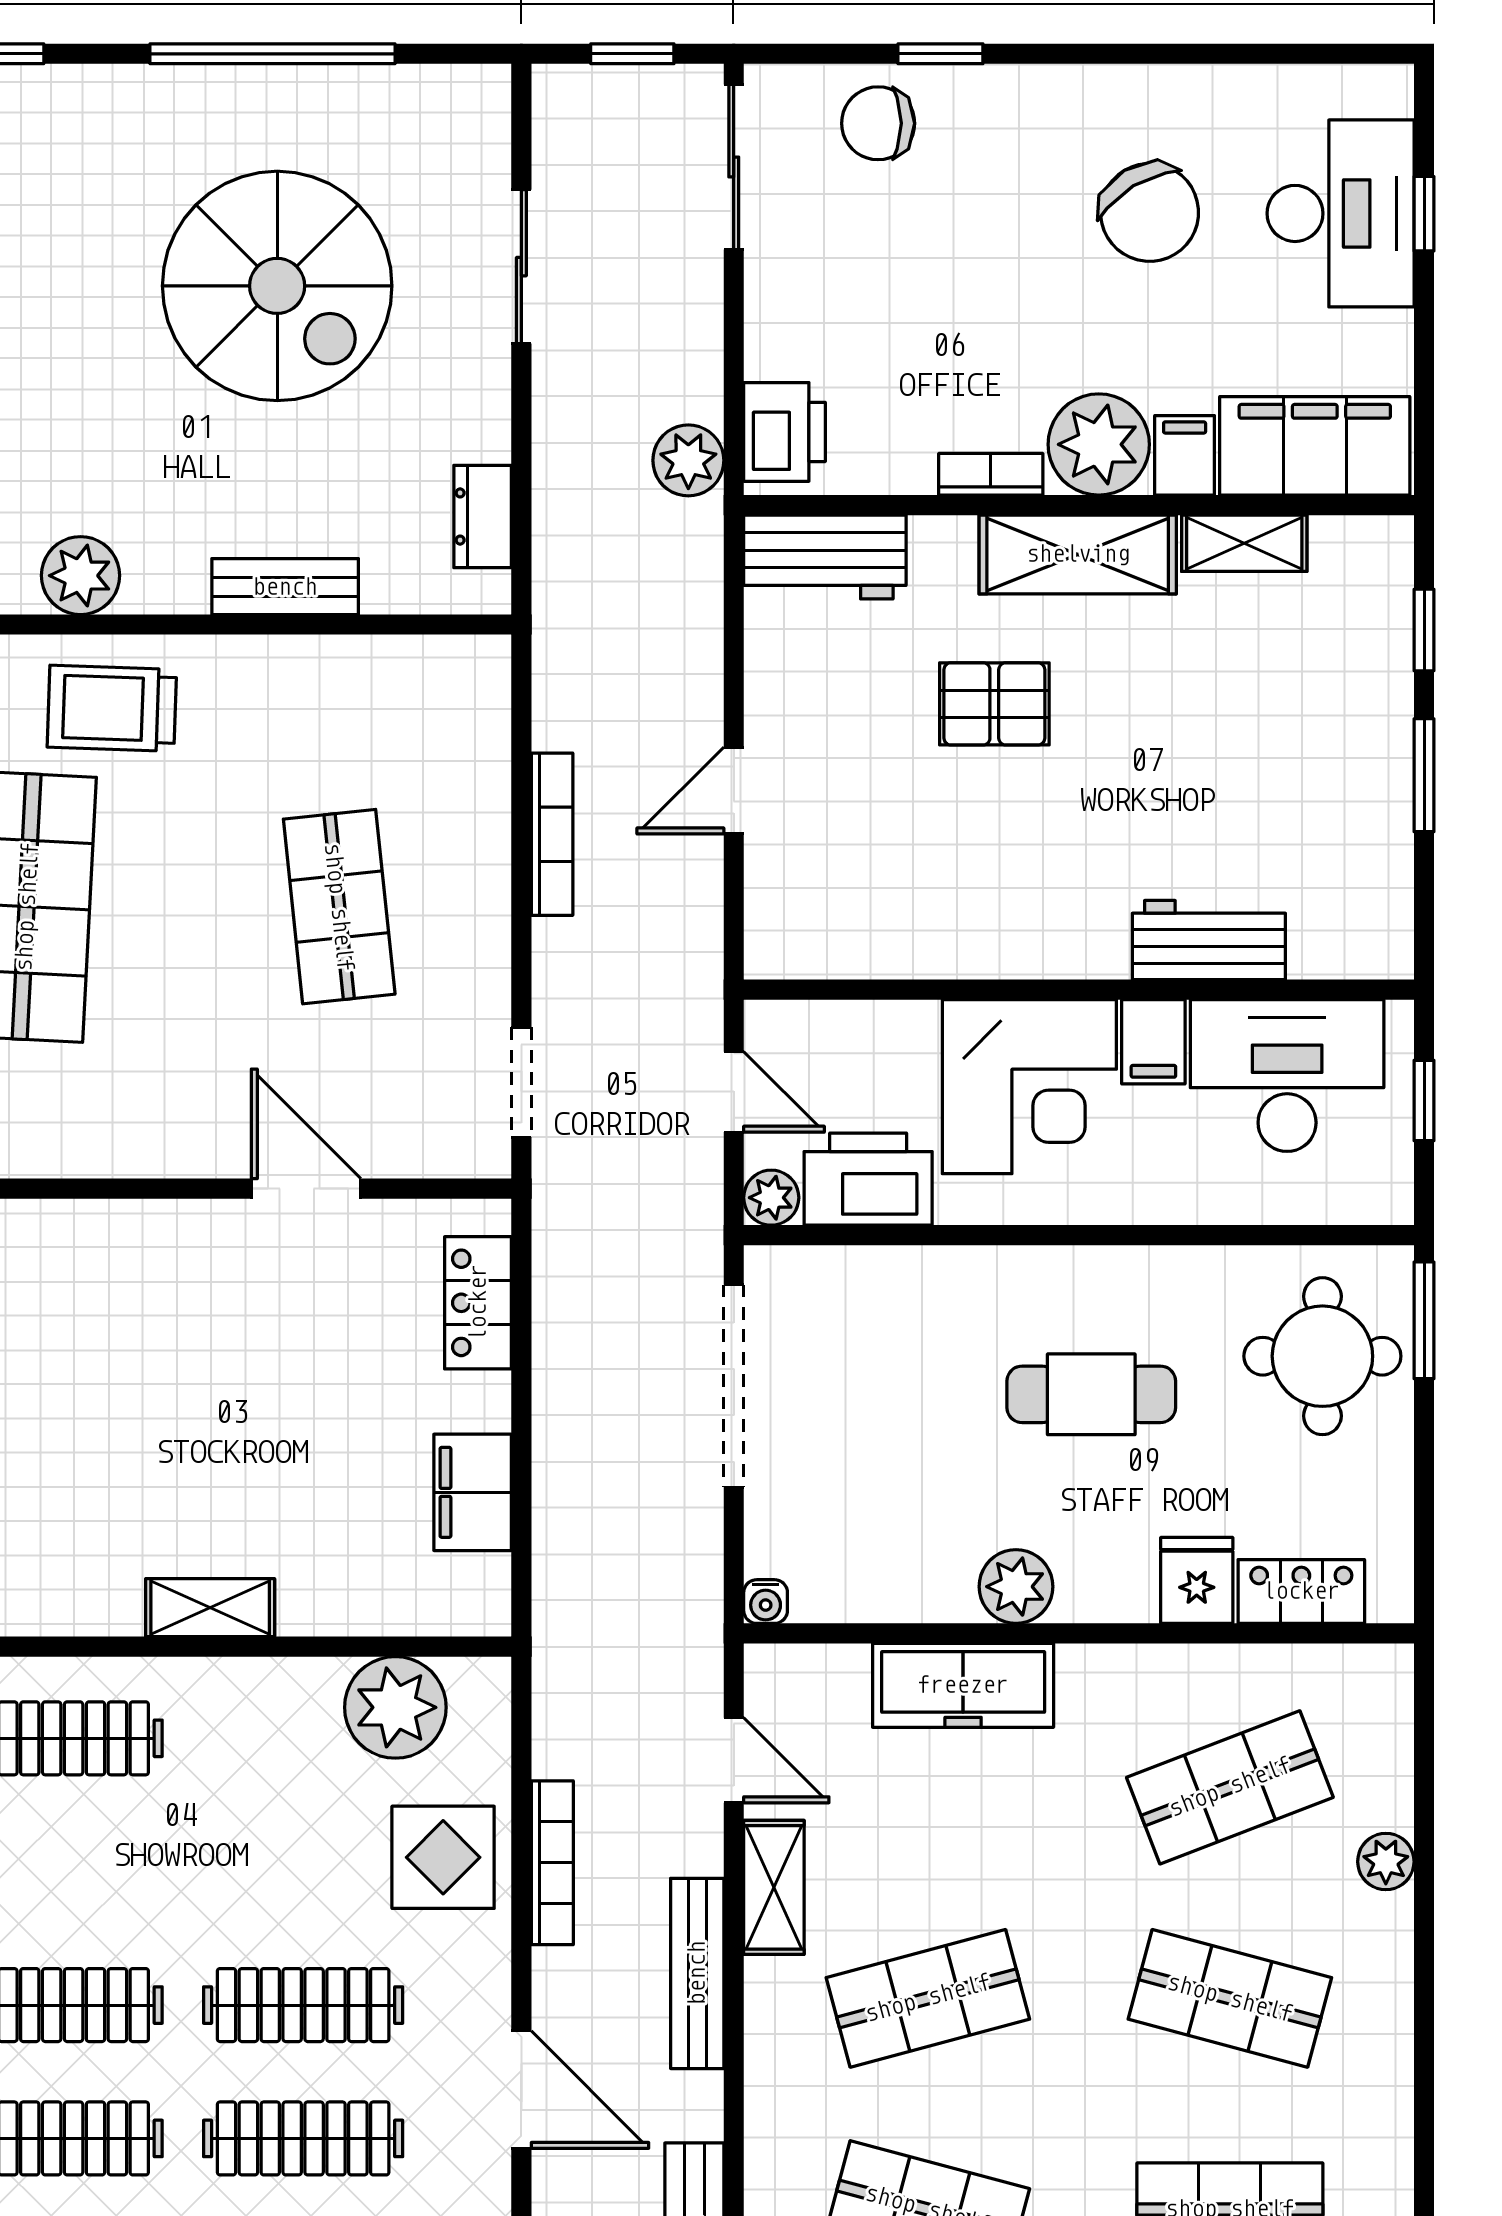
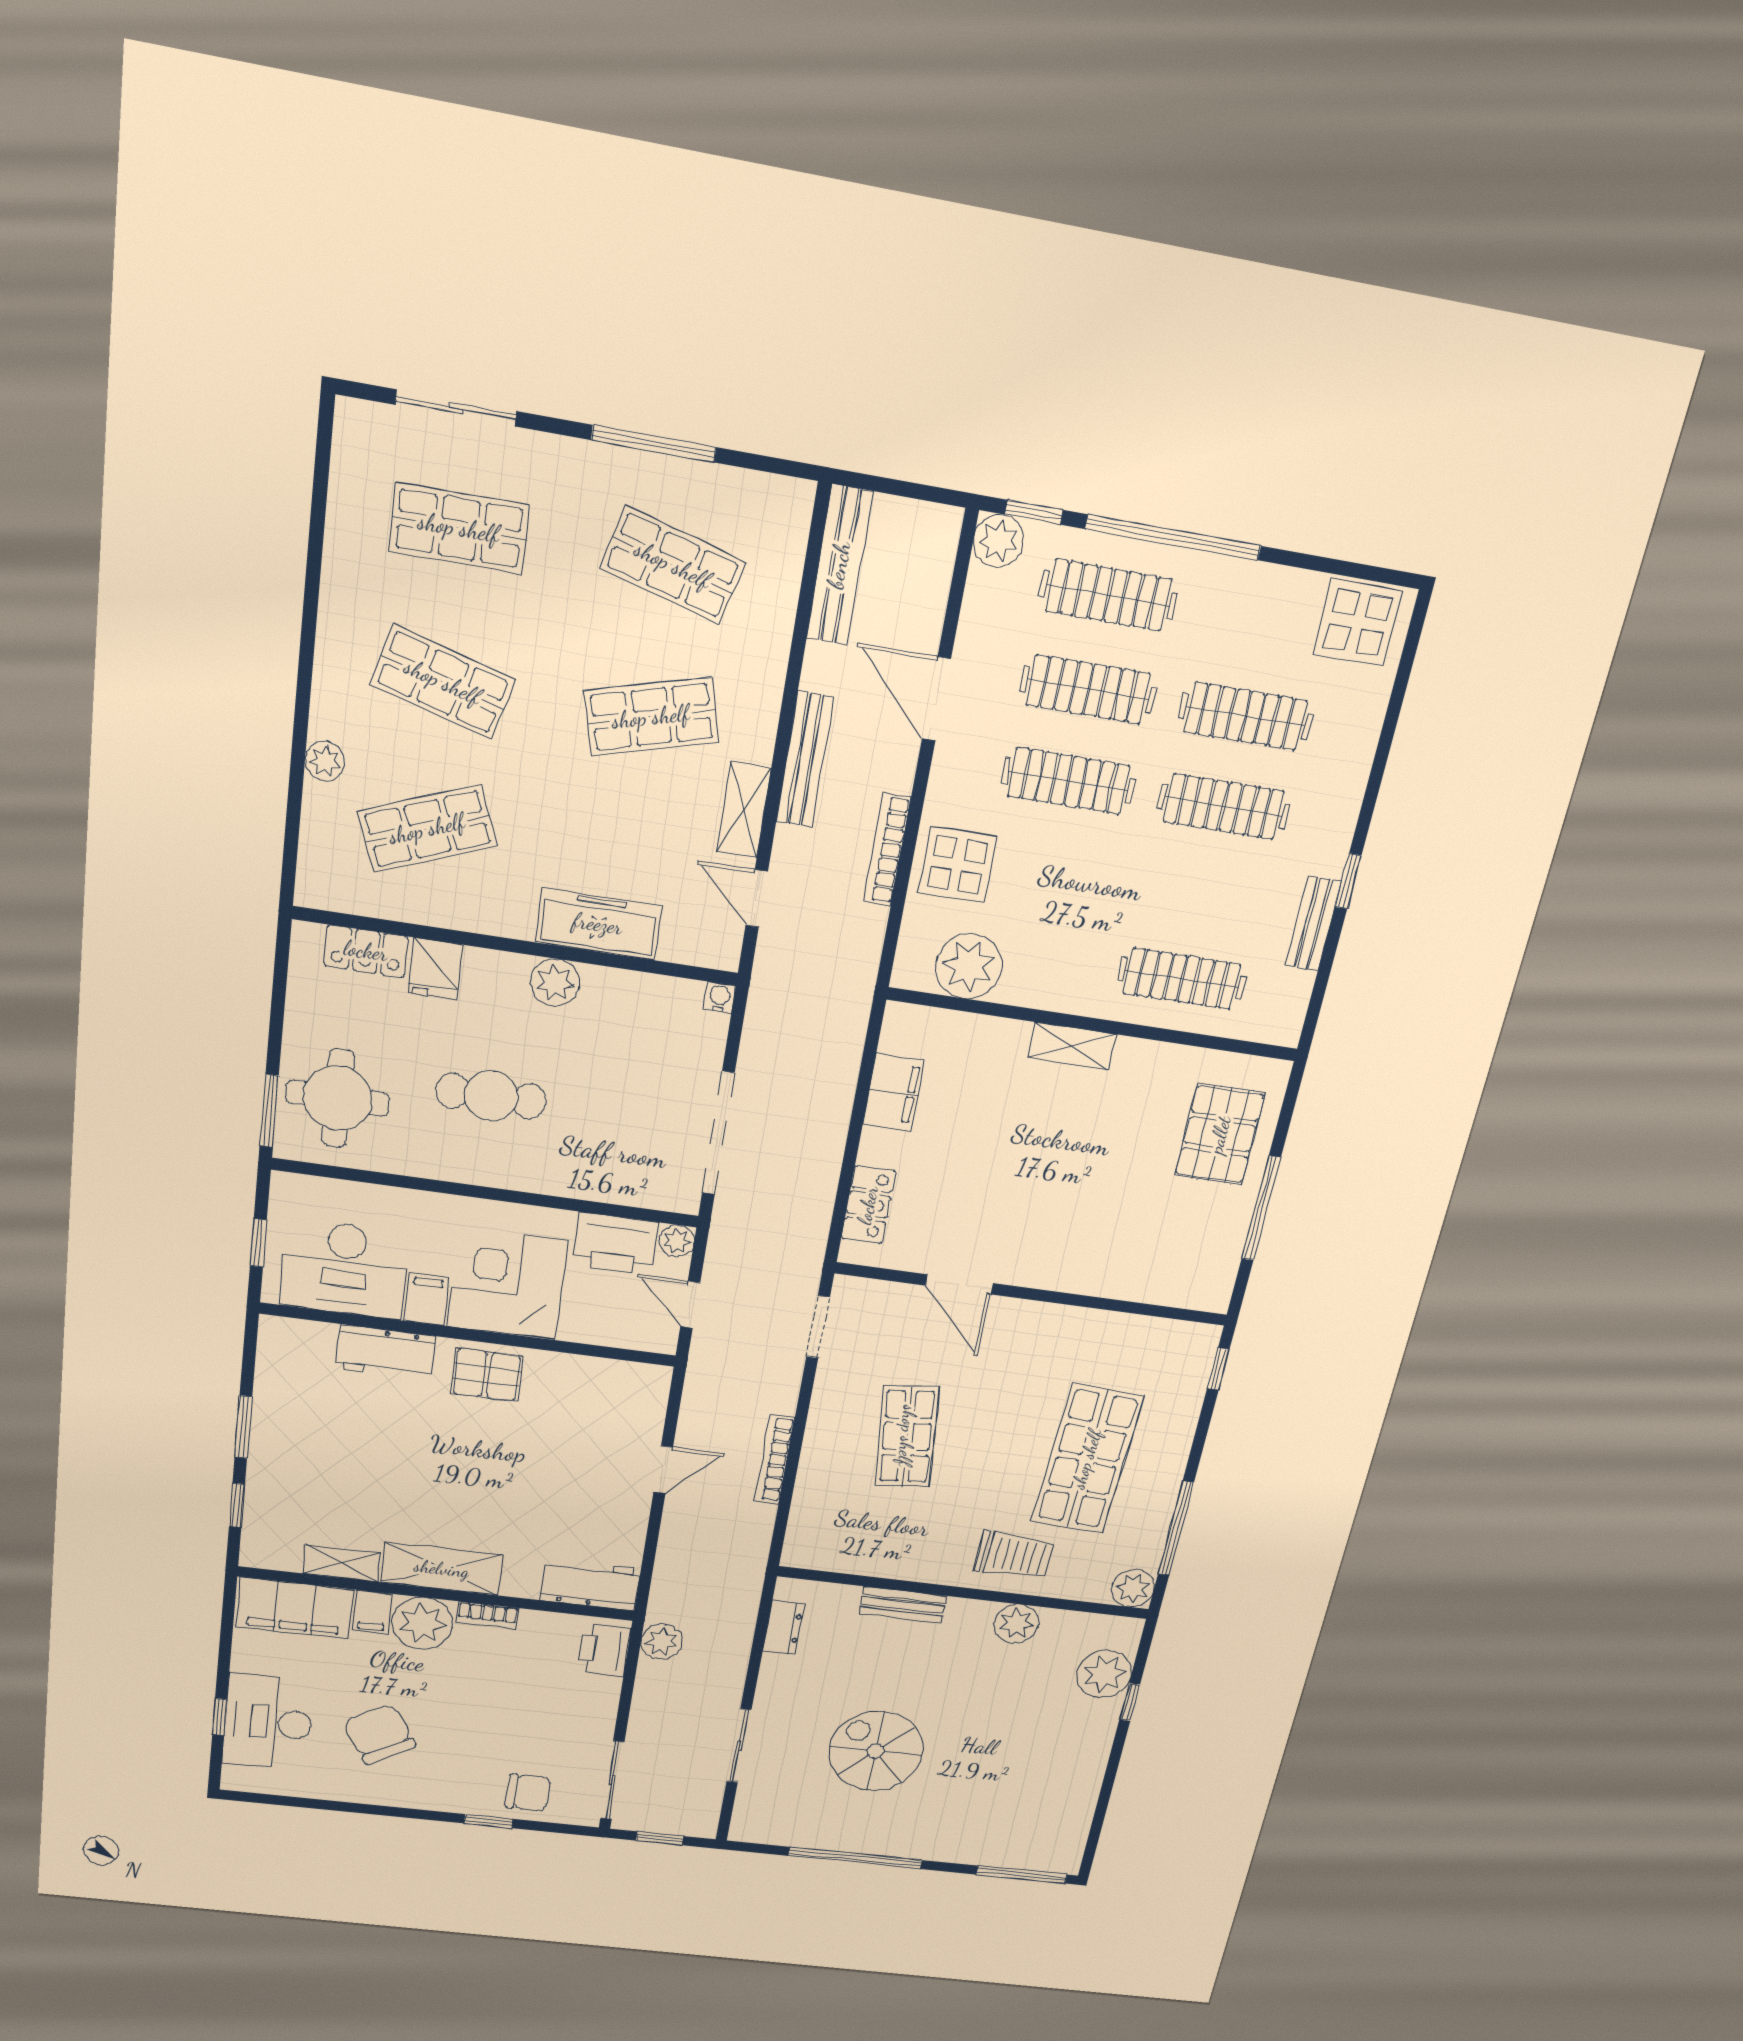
spiral stairs: (277, 286) -> (876, 1751), width x0.73, depth x0.73
pallet: (994, 704) -> (487, 1375), moved

